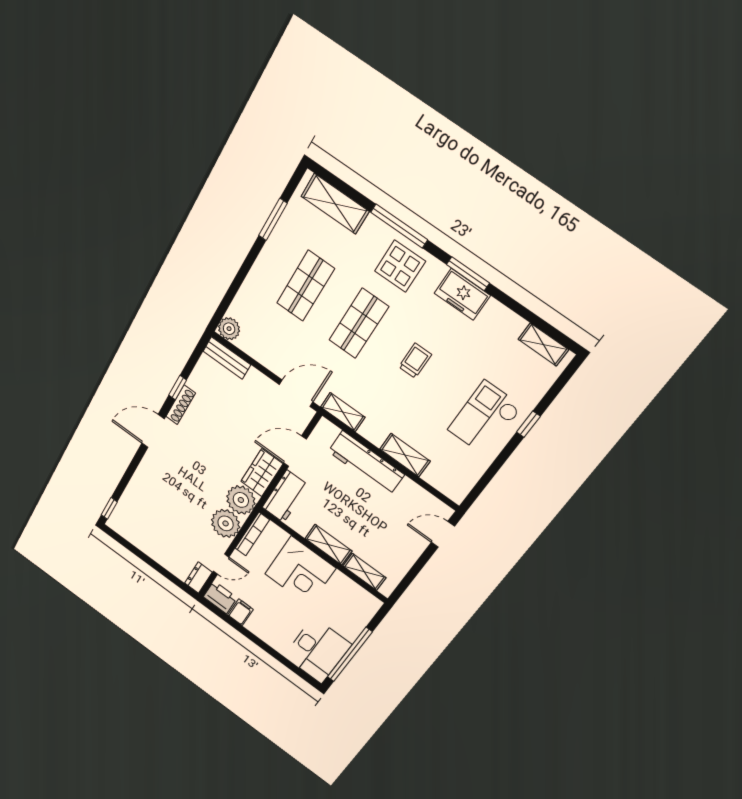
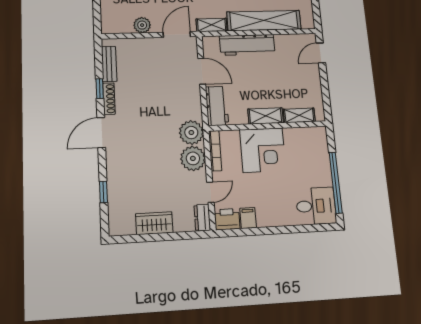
plant: (229, 329) -> (142, 25), moved
bench: (227, 358) -> (109, 64), moved, turned 90
door: (295, 451) -> (202, 71), swing flipped
shelving: (405, 455) -> (264, 21), width x2.20, depth x1.33
wardrobe: (262, 473) -> (154, 223), moved, turned 90
window: (109, 508) -> (103, 192), moved
desk: (317, 650) -> (316, 206), width x0.73

